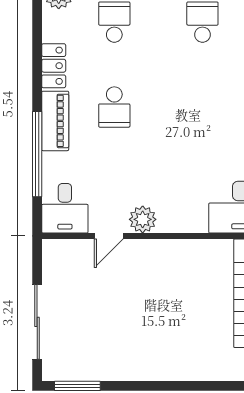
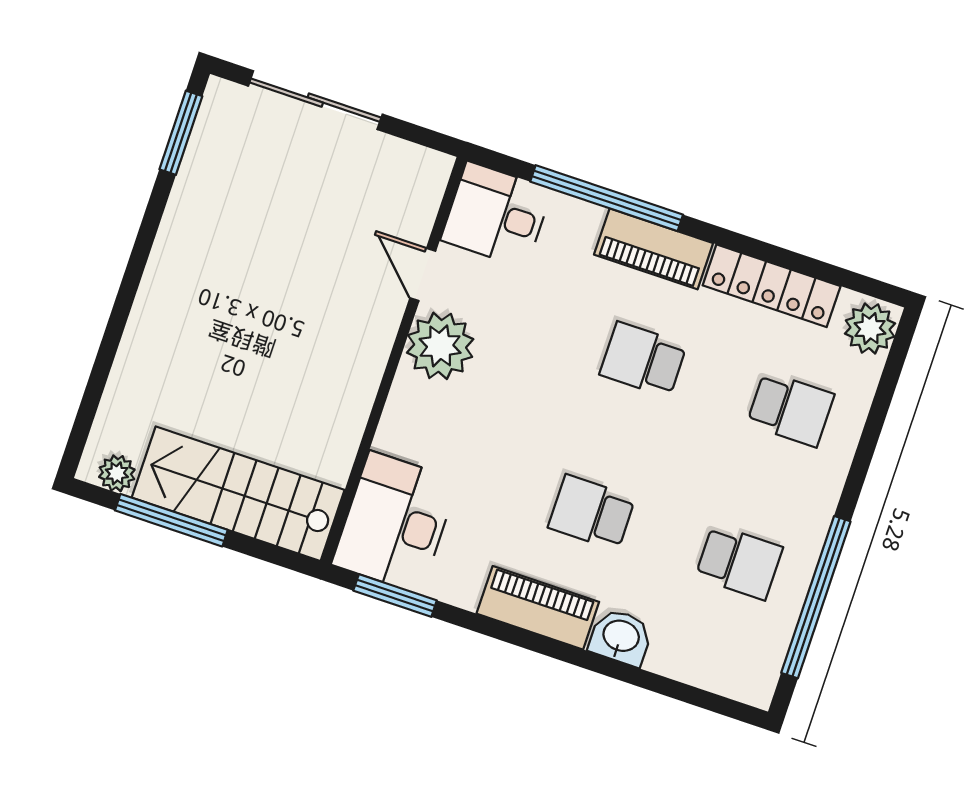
locker: (54, 66) -> (772, 286), width x1.53
school desk: (202, 107) -> (592, 513), added
plant: (143, 219) -> (440, 346), width x1.36, depth x1.36

